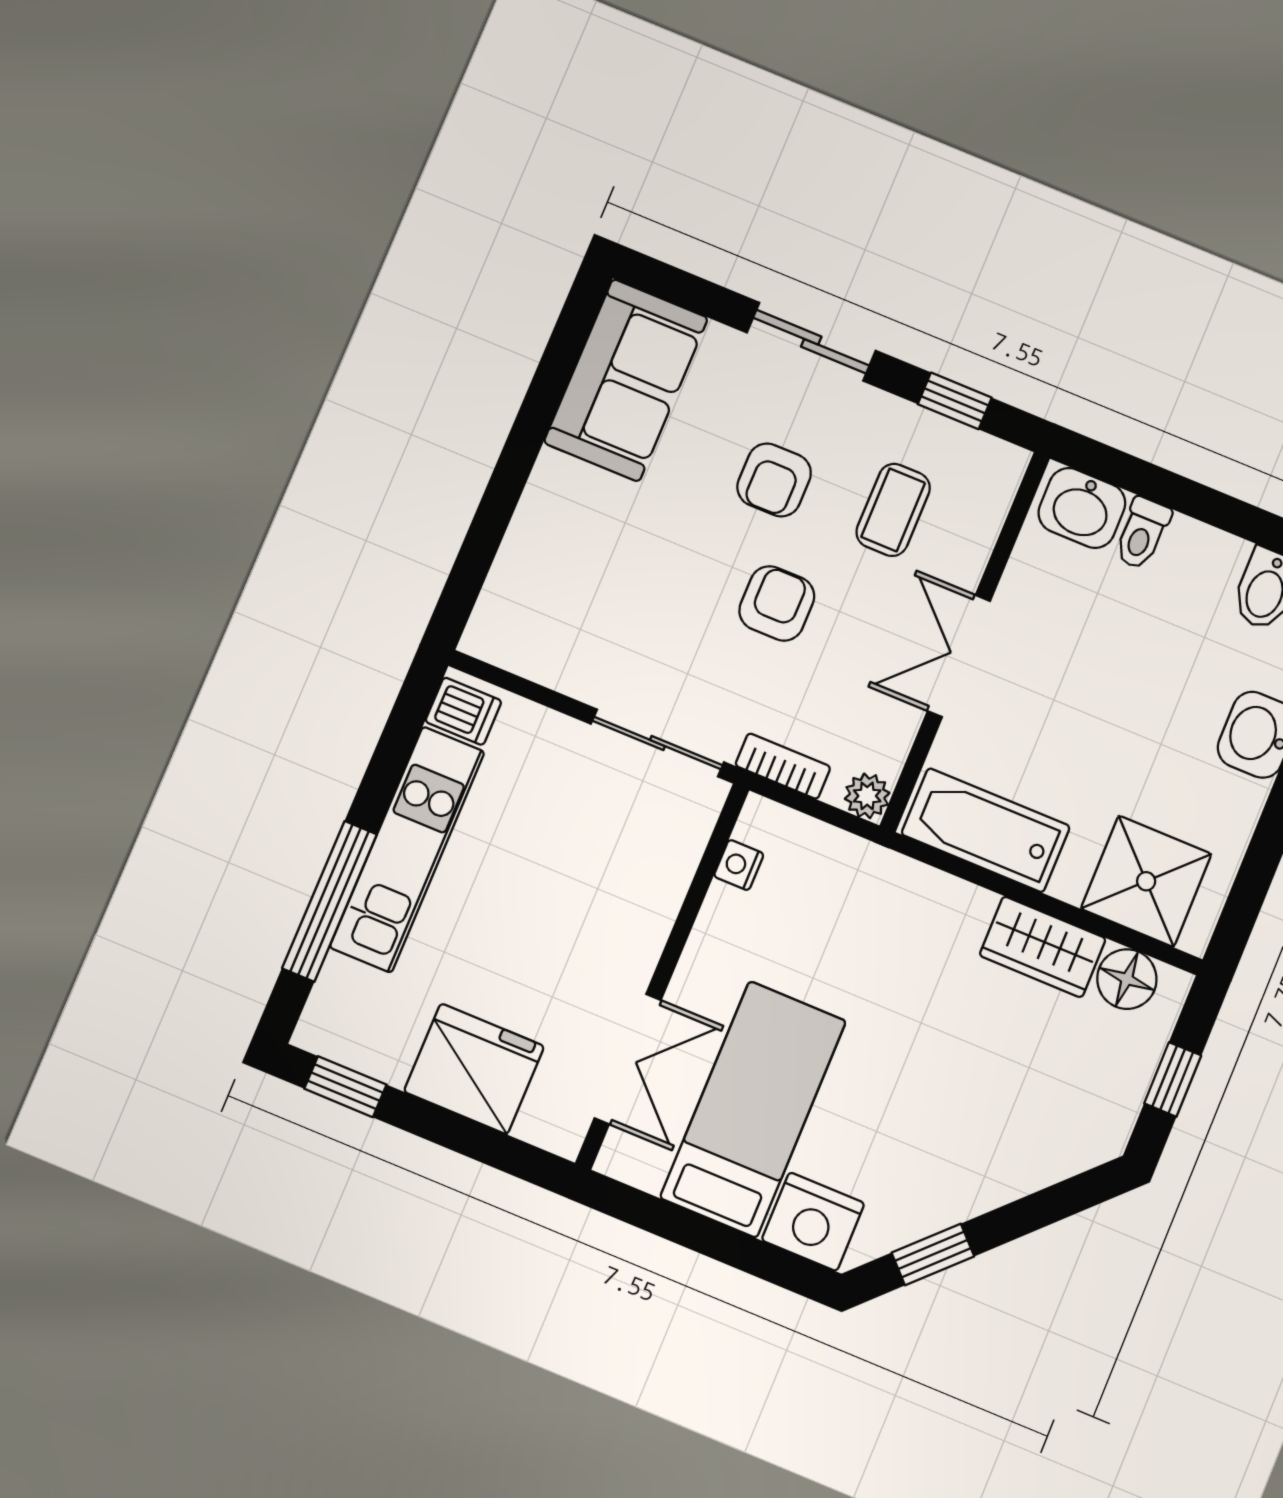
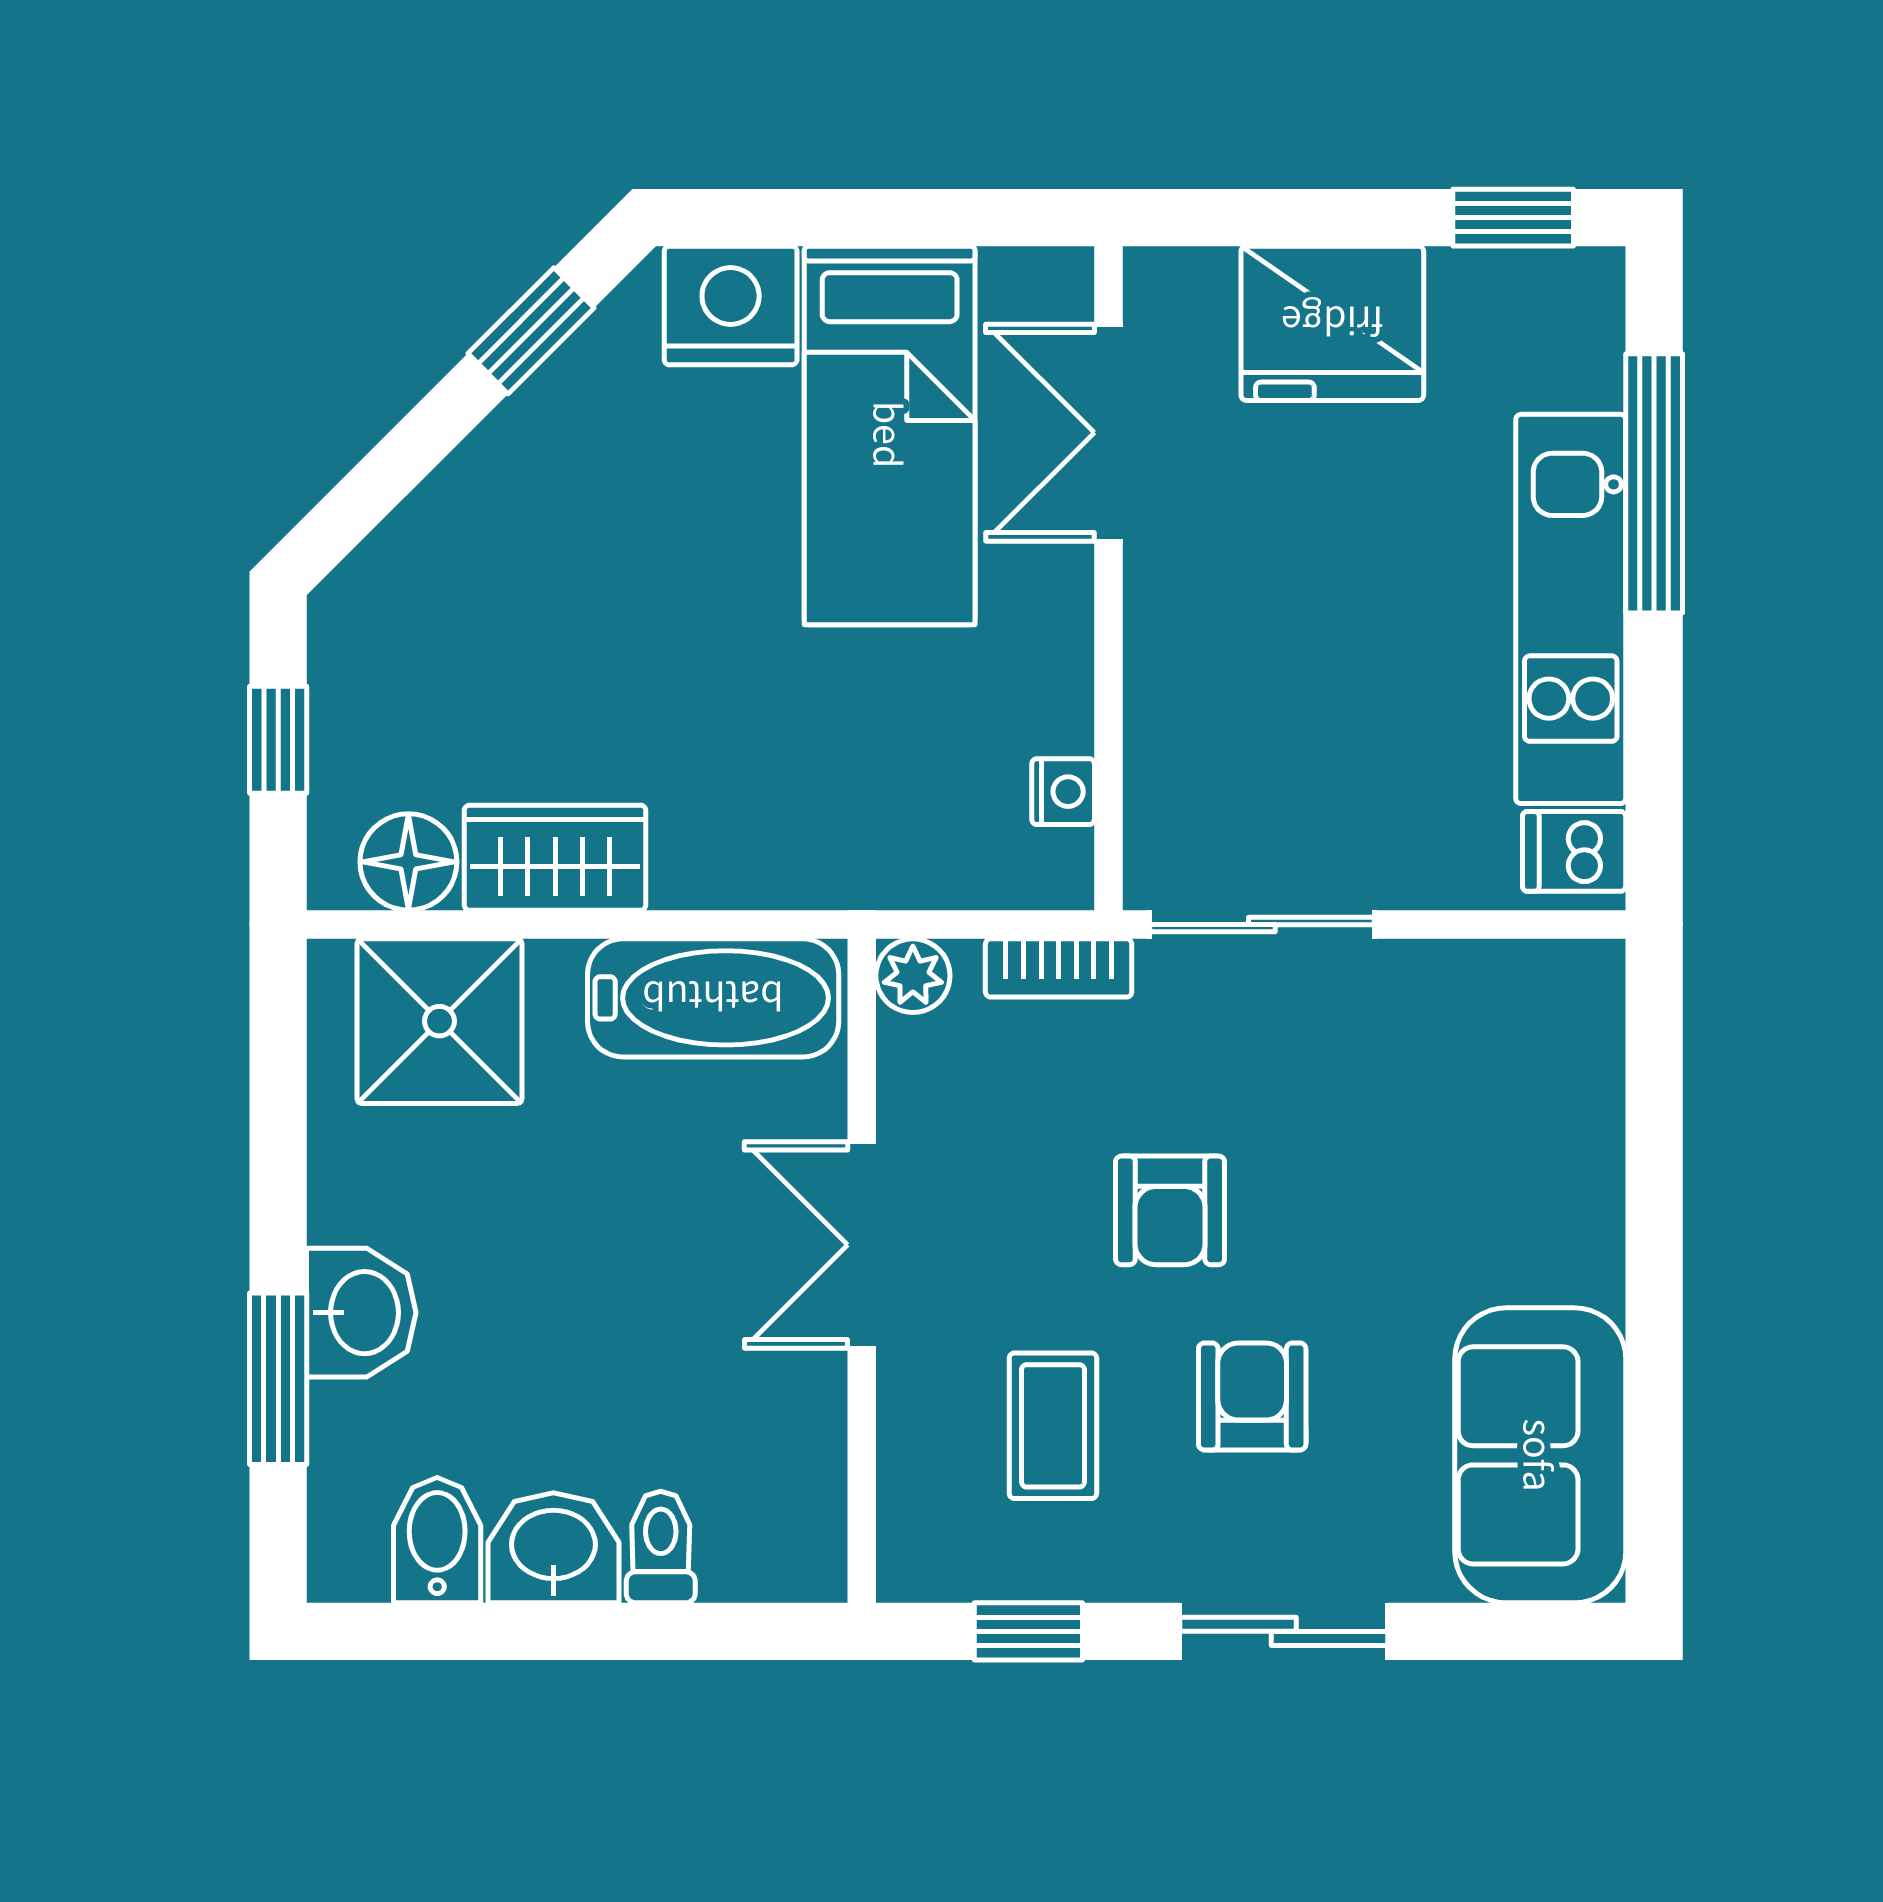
washbasin: (1082, 508) -> (553, 1548), moved
double door: (959, 656) -> (862, 1245), swing flipped

